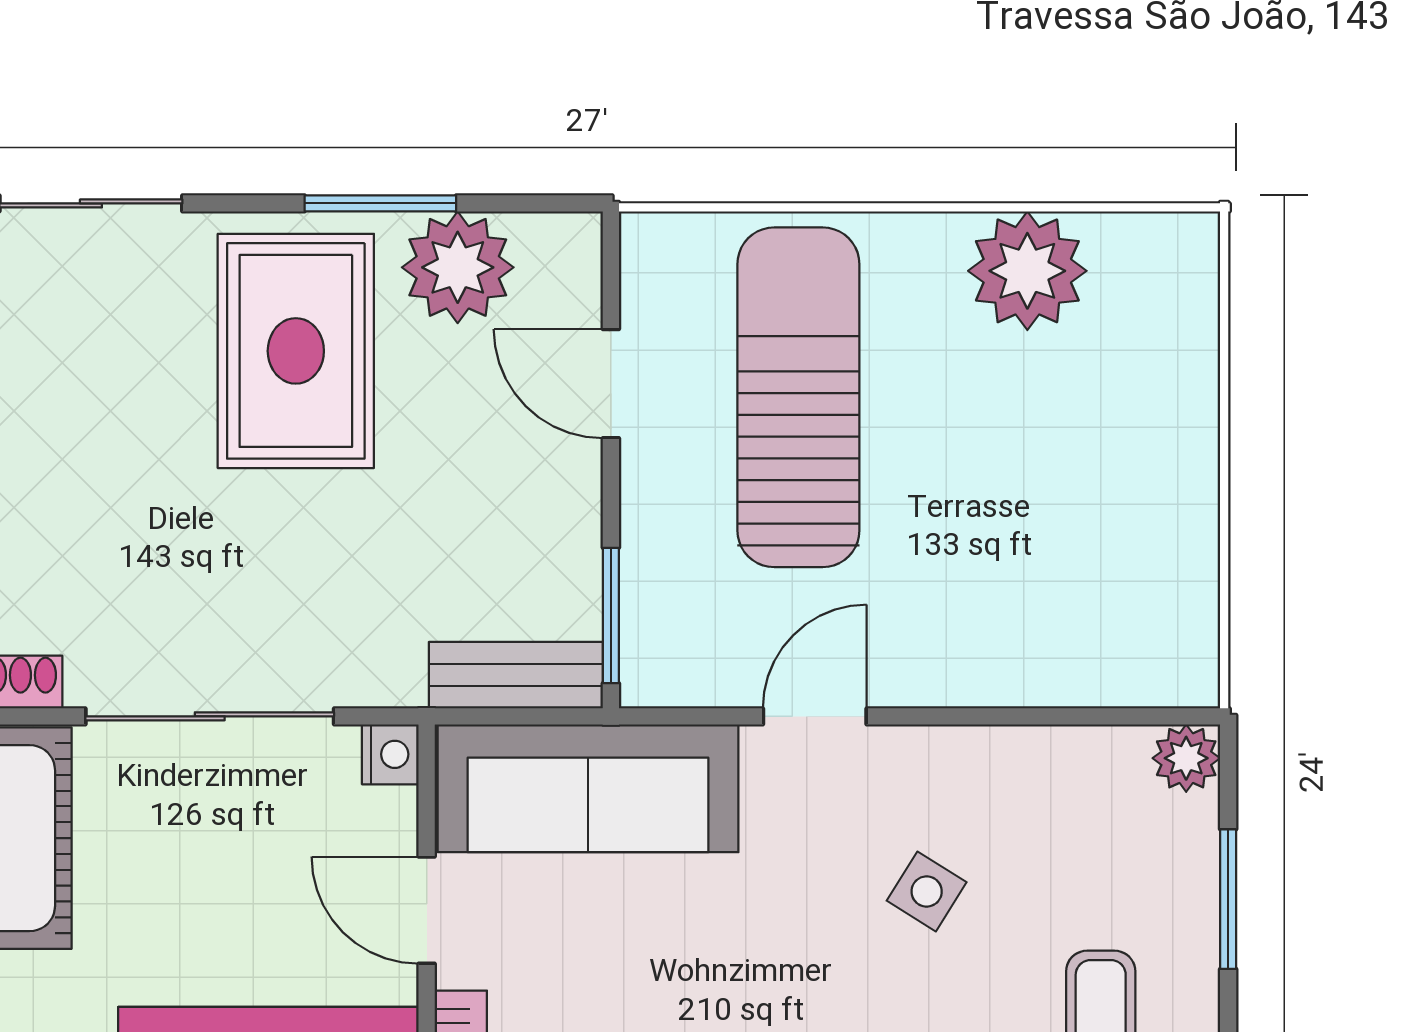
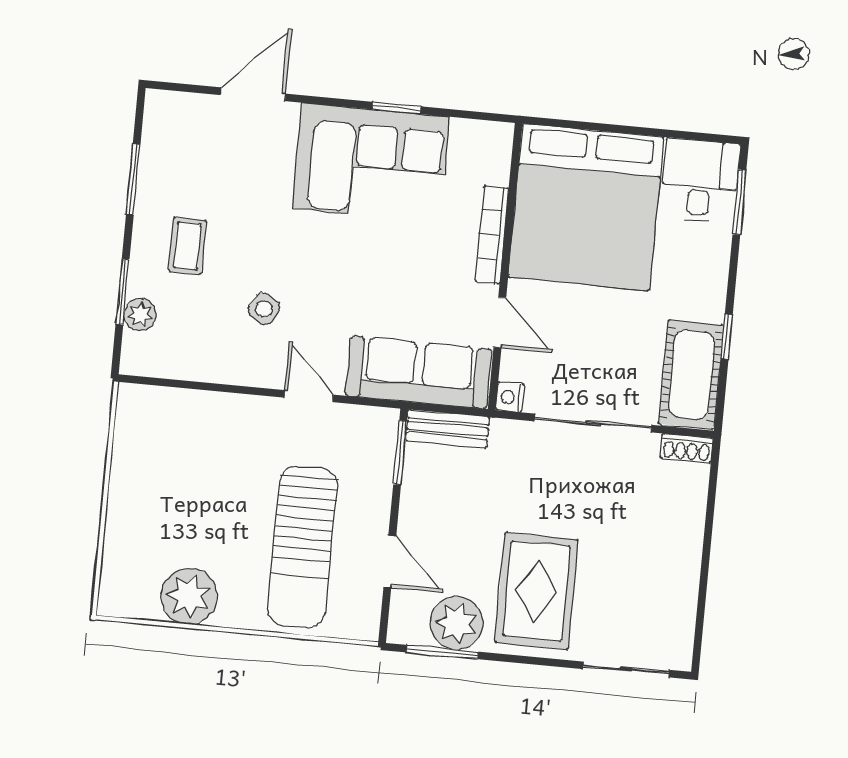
window: (380, 203) -> (442, 652), moved
door: (815, 716) -> (309, 396), swing flipped
plant: (1186, 758) -> (140, 315), moved

